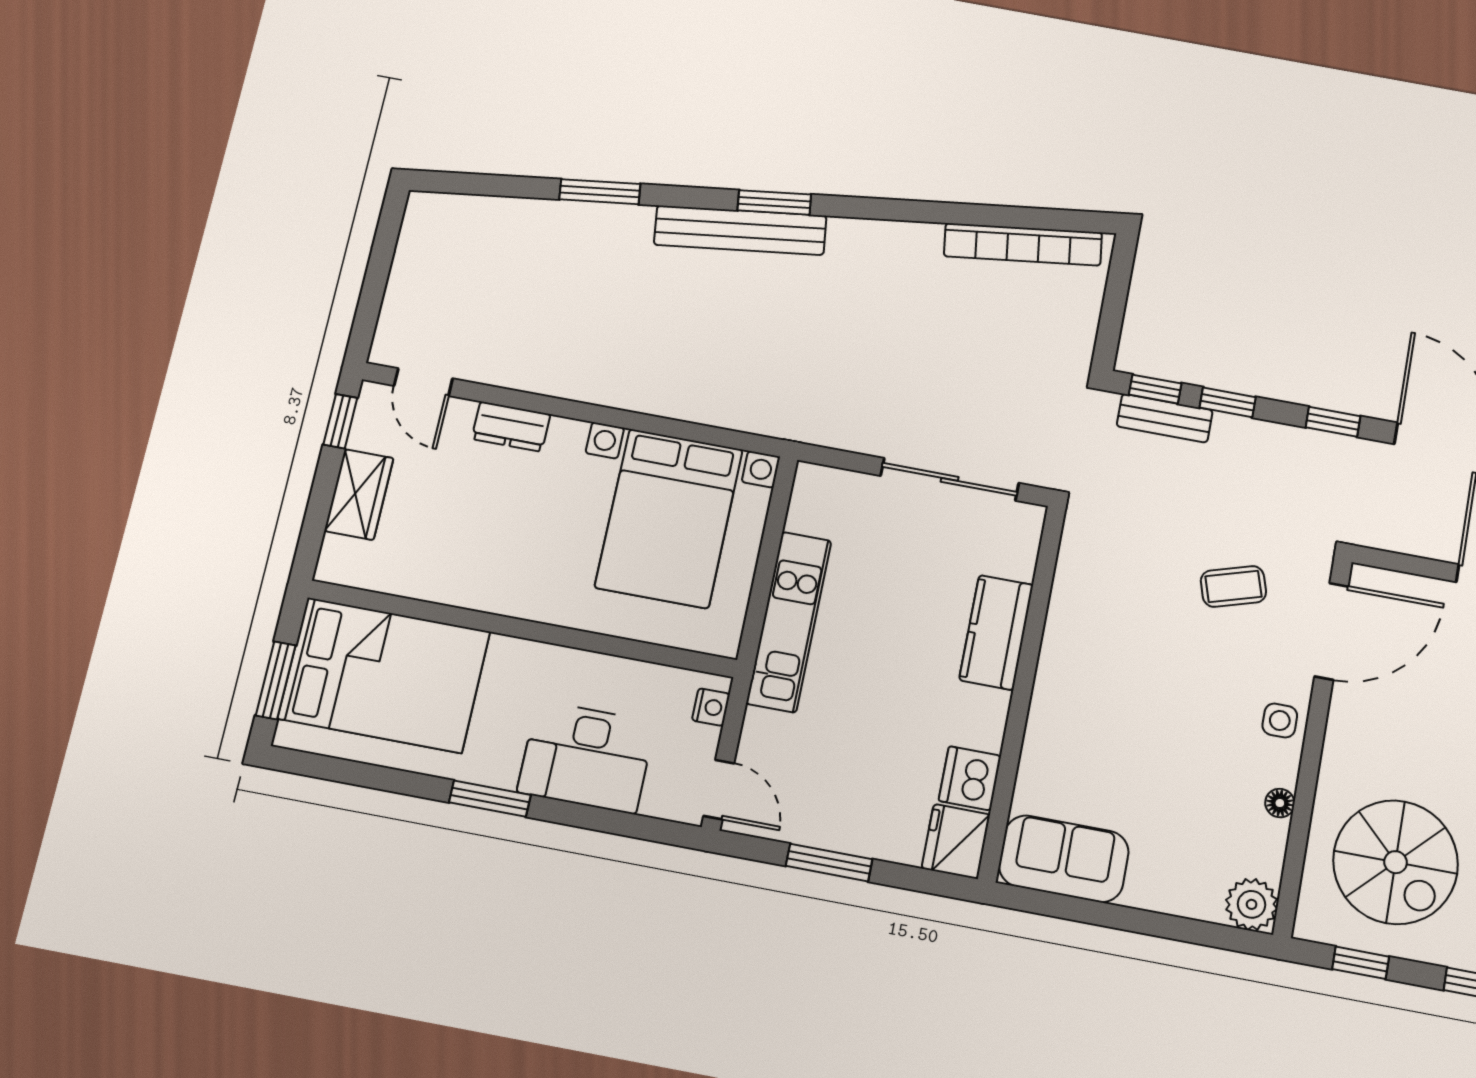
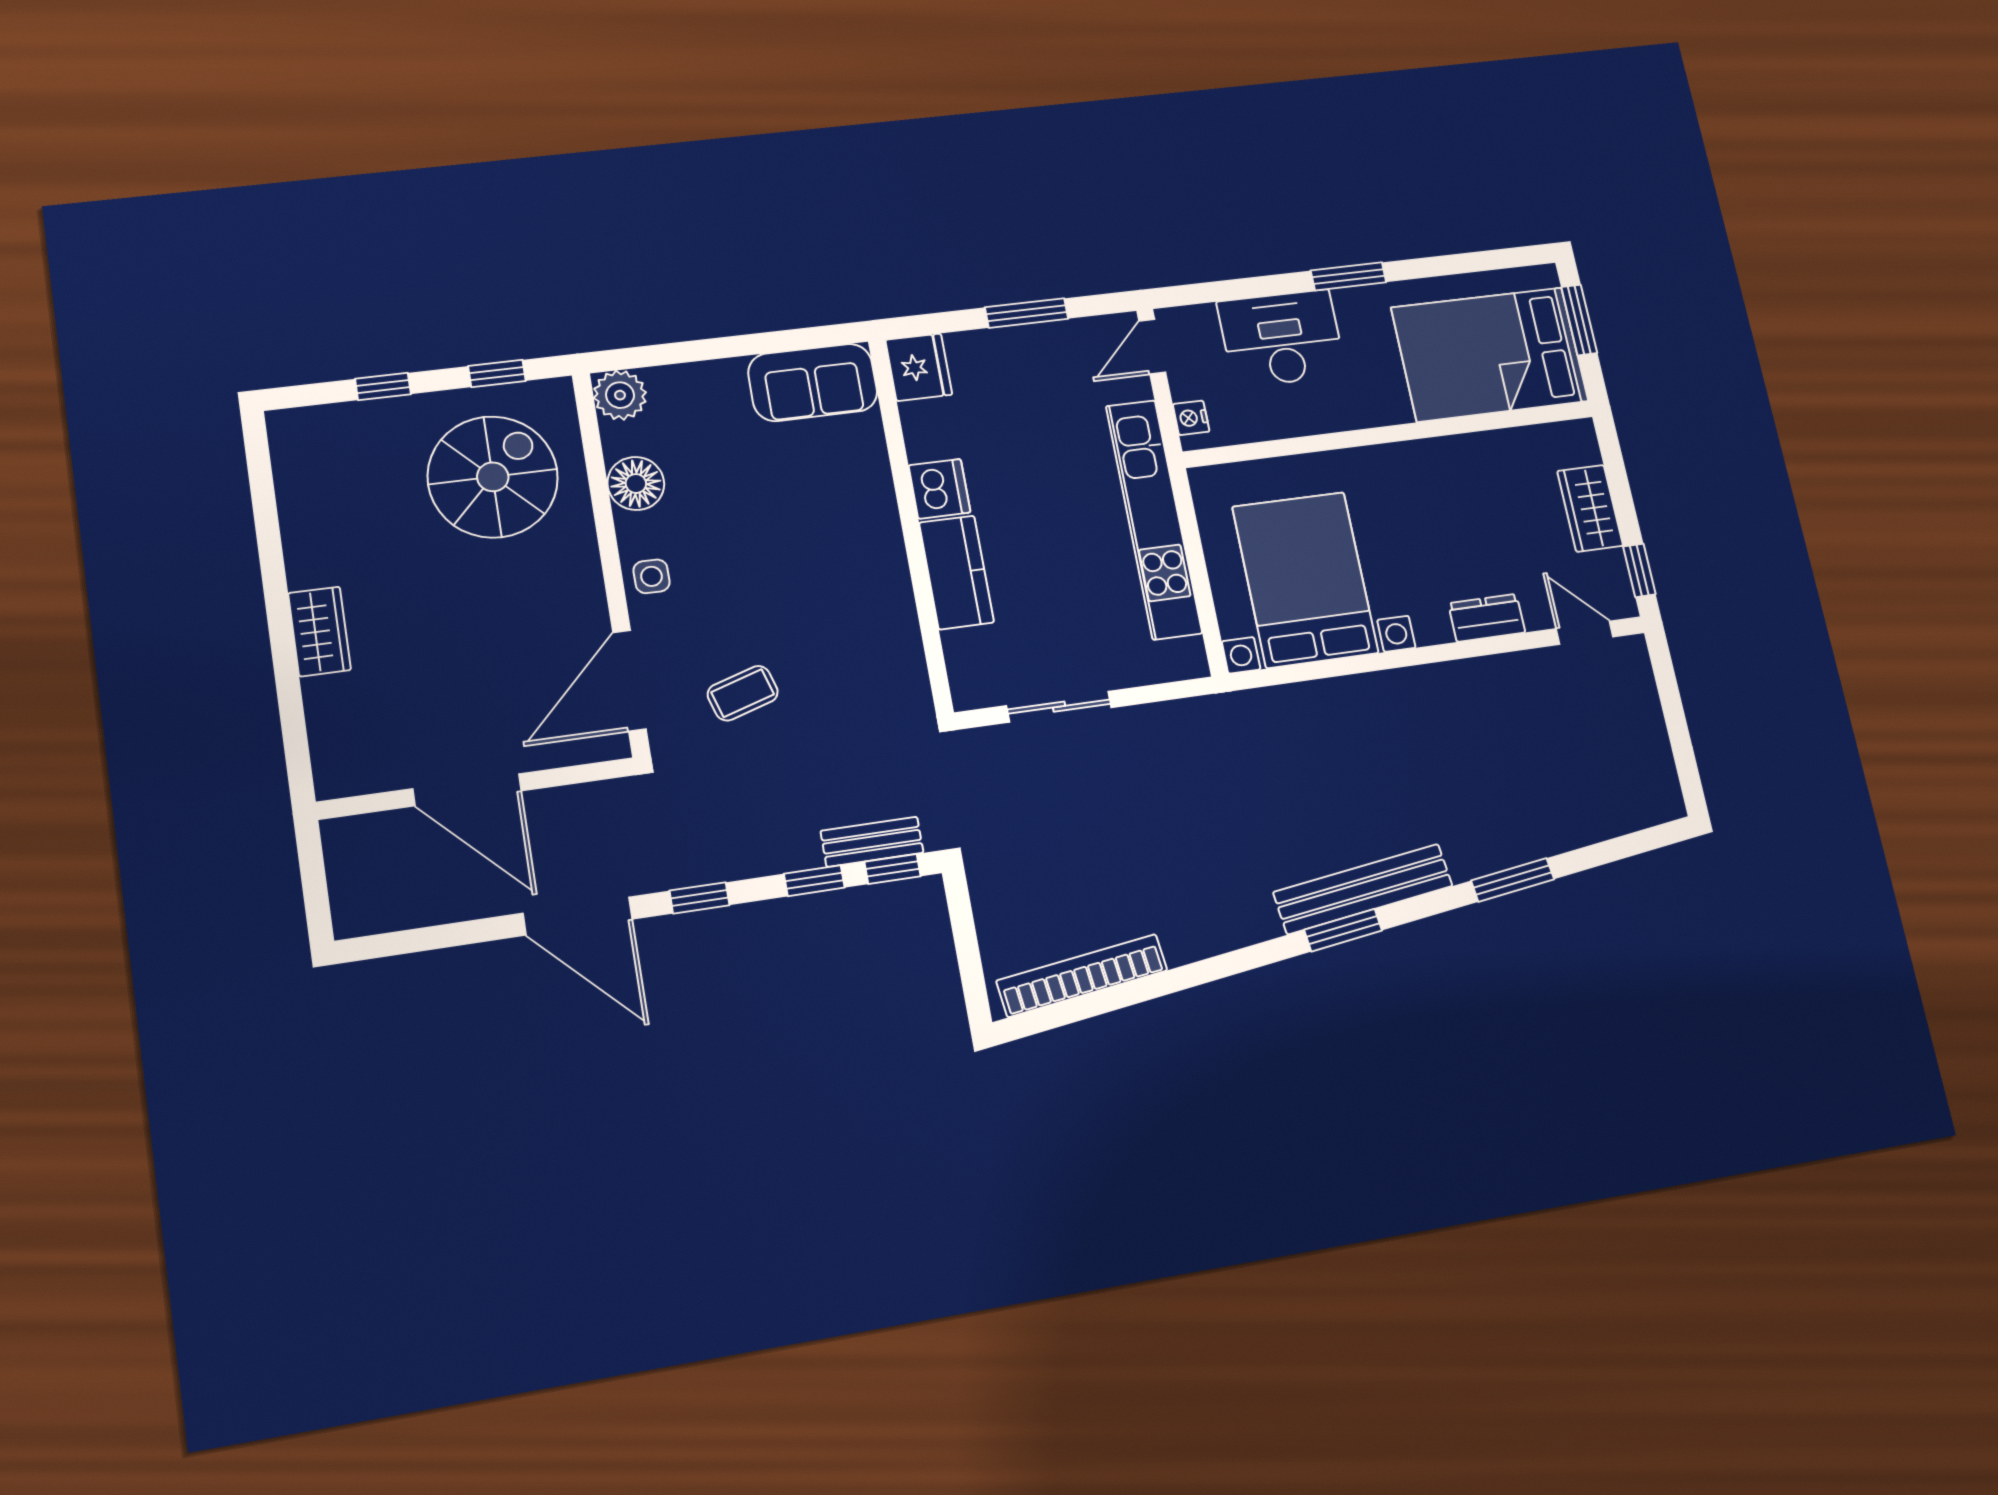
sliding door: (950, 479) -> (1059, 707), width x0.73
kitchen unit: (789, 622) -> (1154, 519), width x1.36
dishwasher: (970, 778) -> (939, 489), moved
door: (719, 789) -> (1152, 347), hinge flipped
floor lamp: (1280, 803) -> (636, 484), width x1.89, depth x1.89
spiral stairs: (1396, 862) -> (493, 477), turned 90

